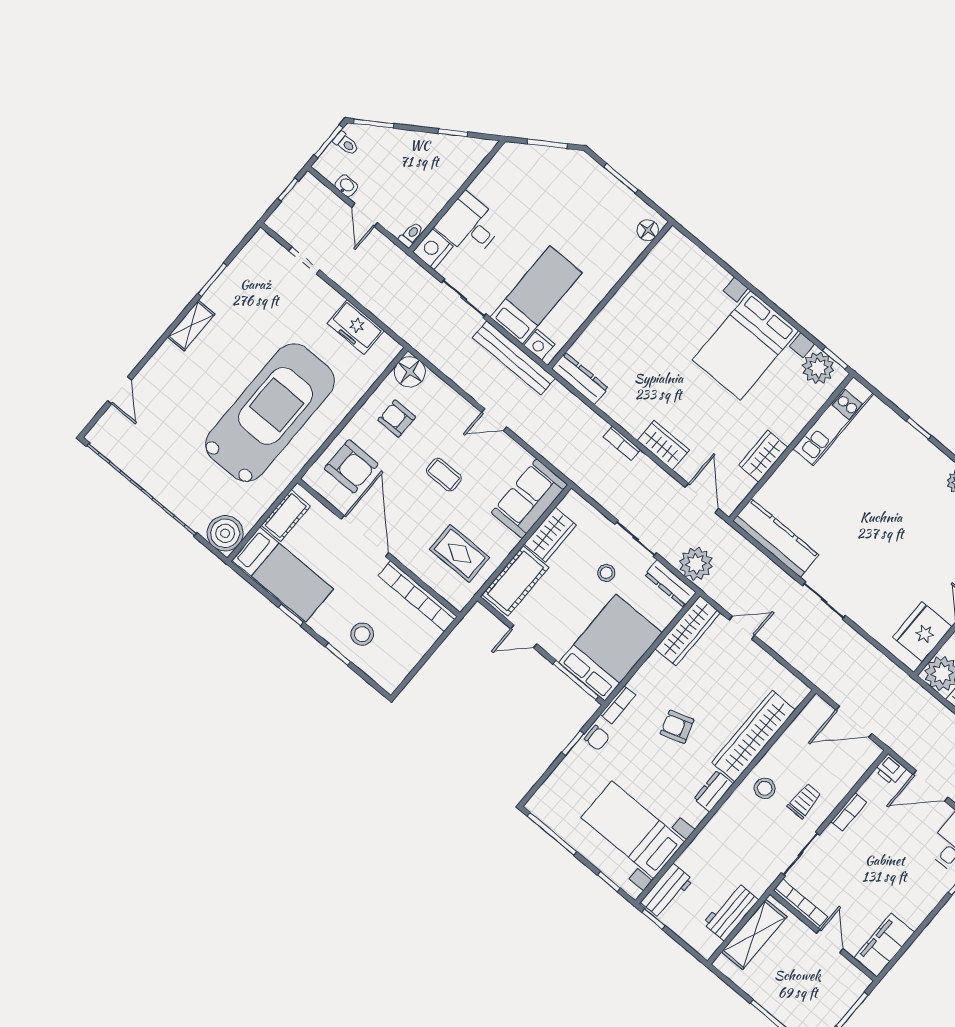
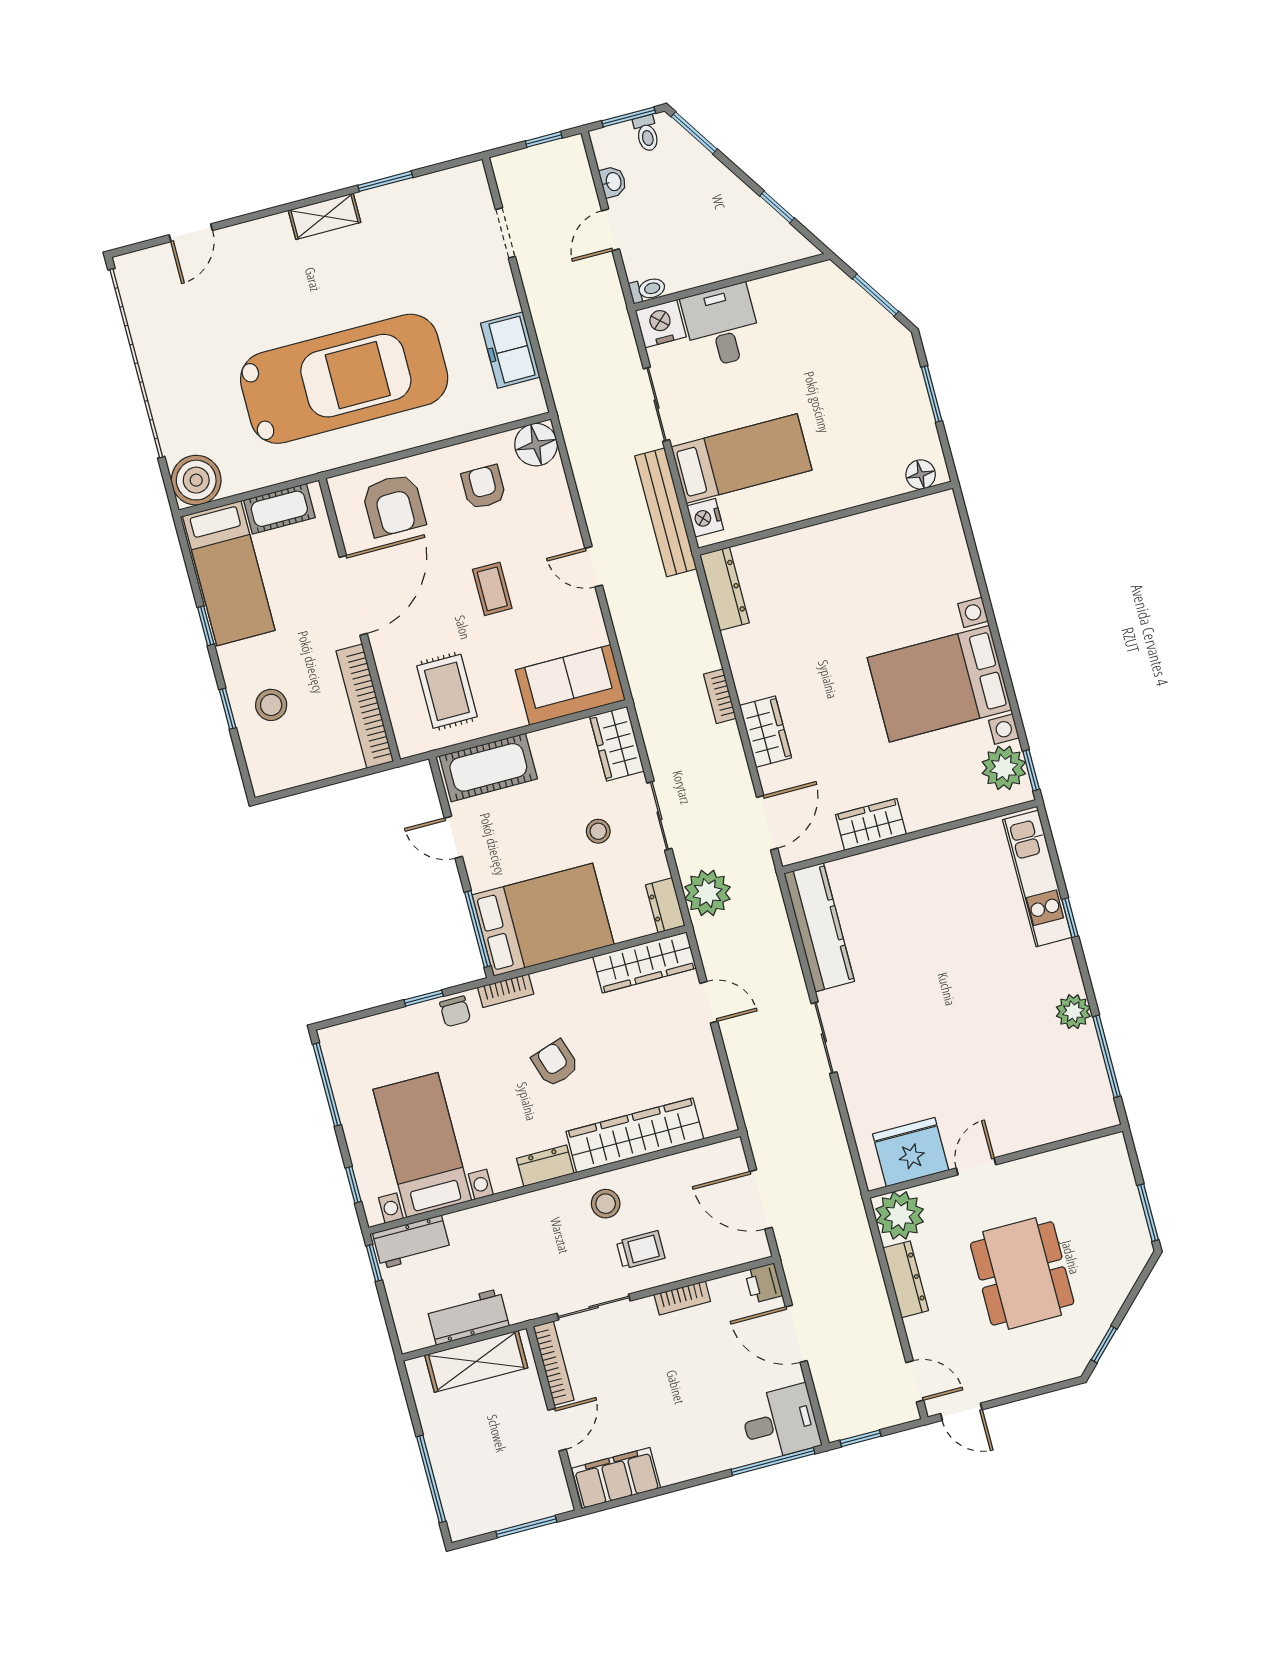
kitchen unit: (833, 421) -> (1037, 879), moved, turned 90
wardrobe: (550, 535) -> (617, 744), moved, turned 90
dresser: (670, 584) -> (665, 905), width x0.70

